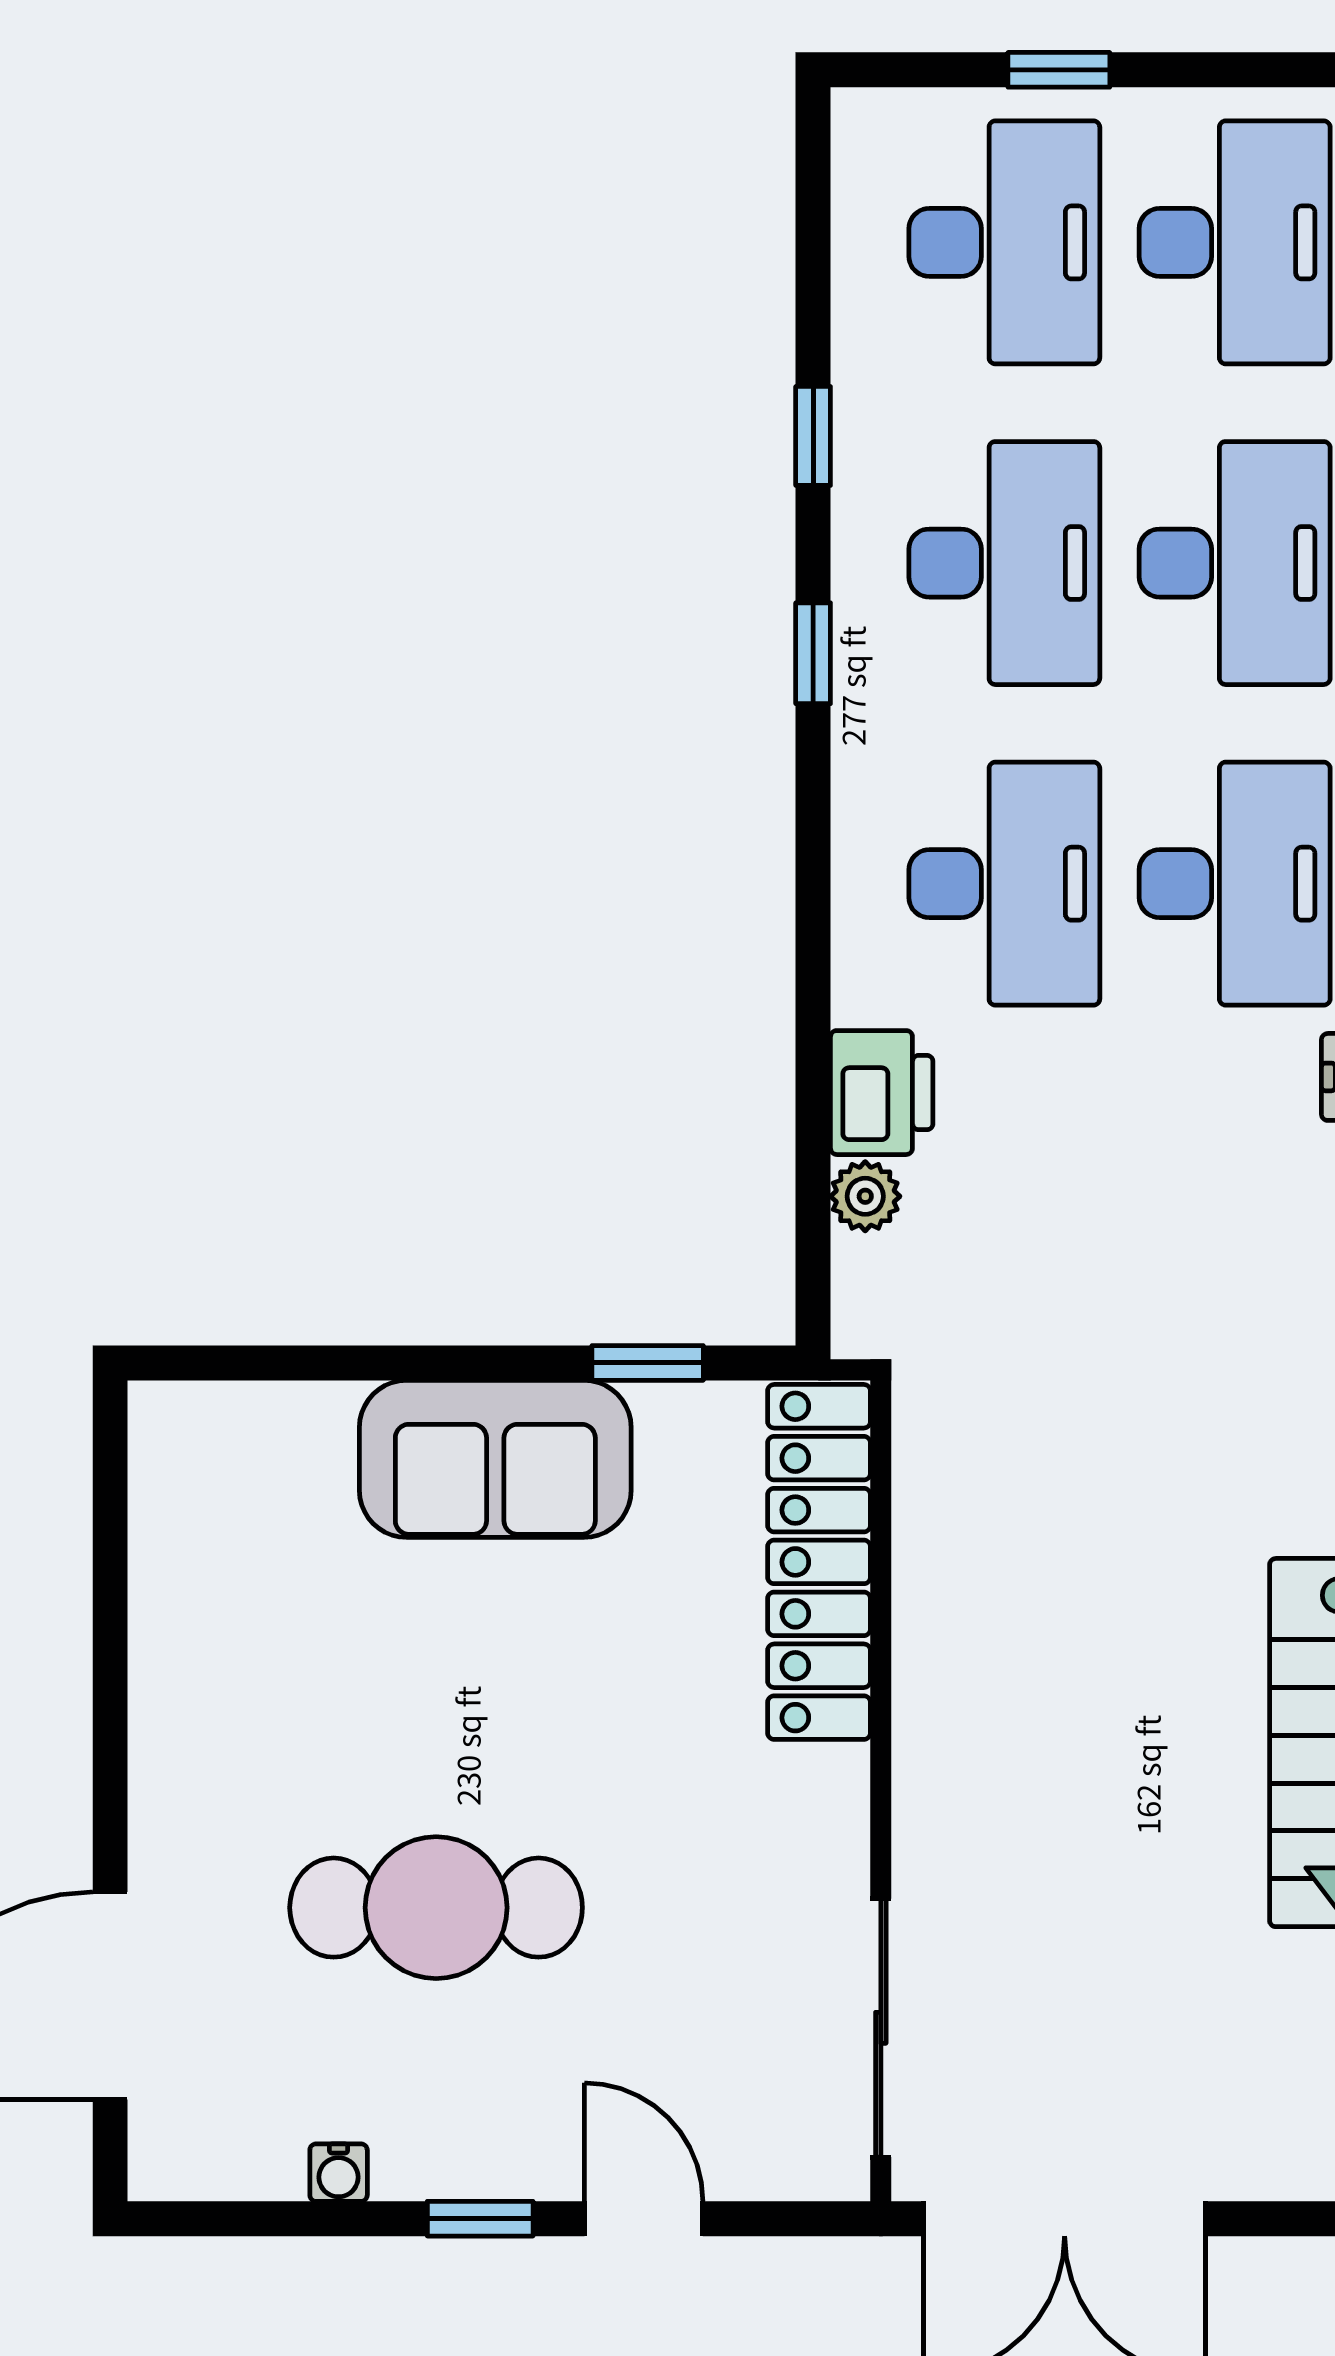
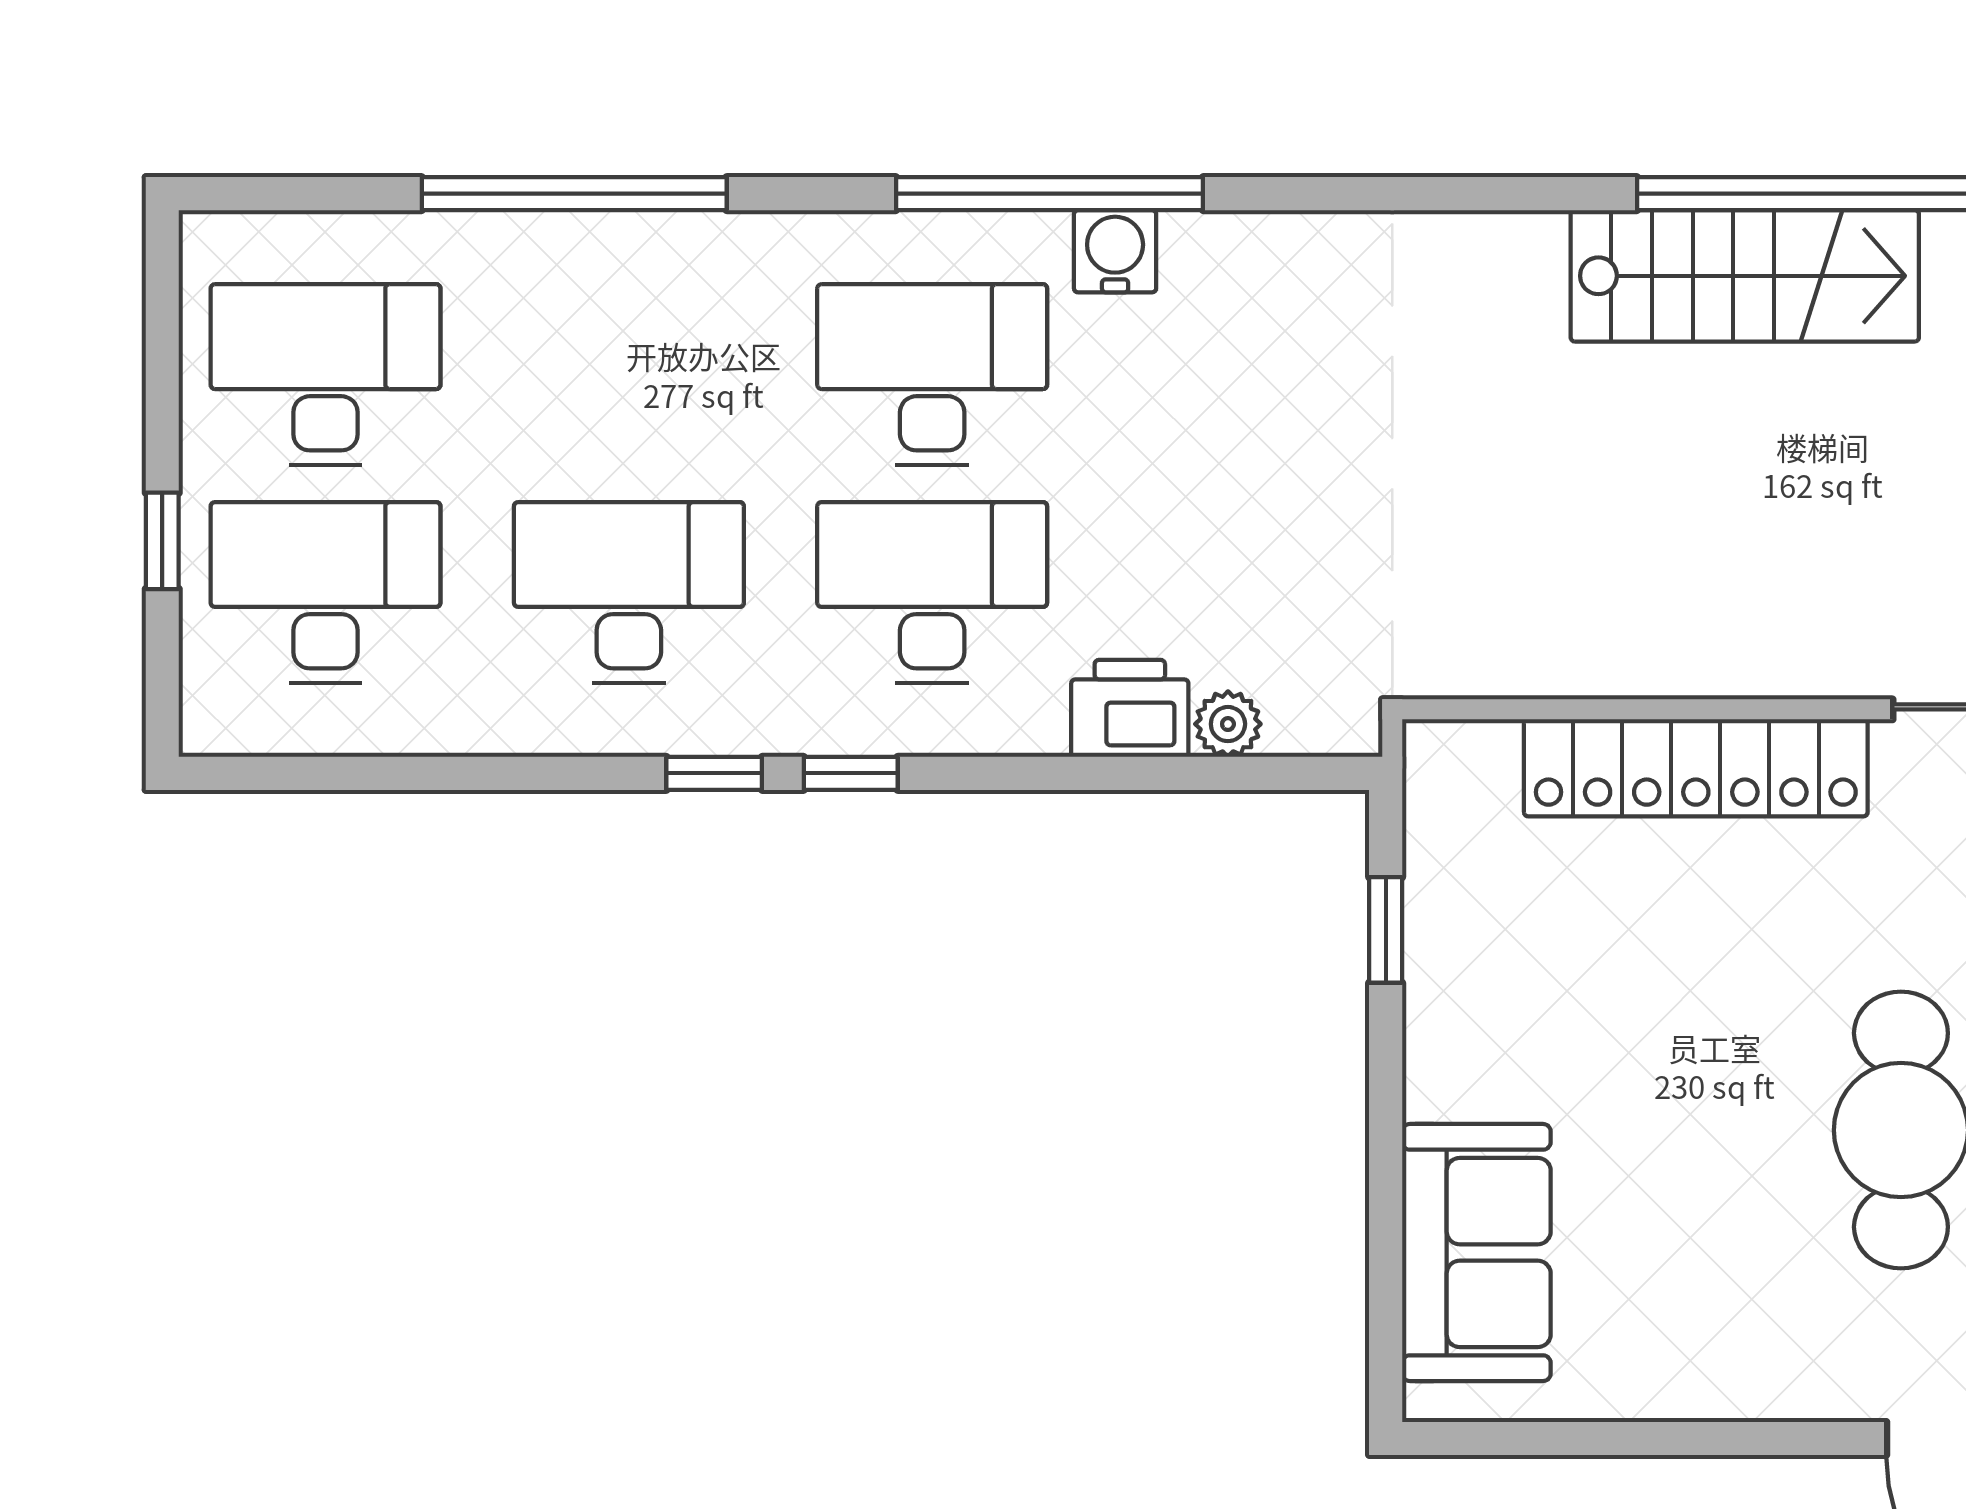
window: (813, 436) -> (851, 773), moved
desk: (1235, 563) -> (629, 375), removed
sofa: (495, 1459) -> (1476, 1253), moved
locker: (819, 1562) -> (1696, 768), moved

